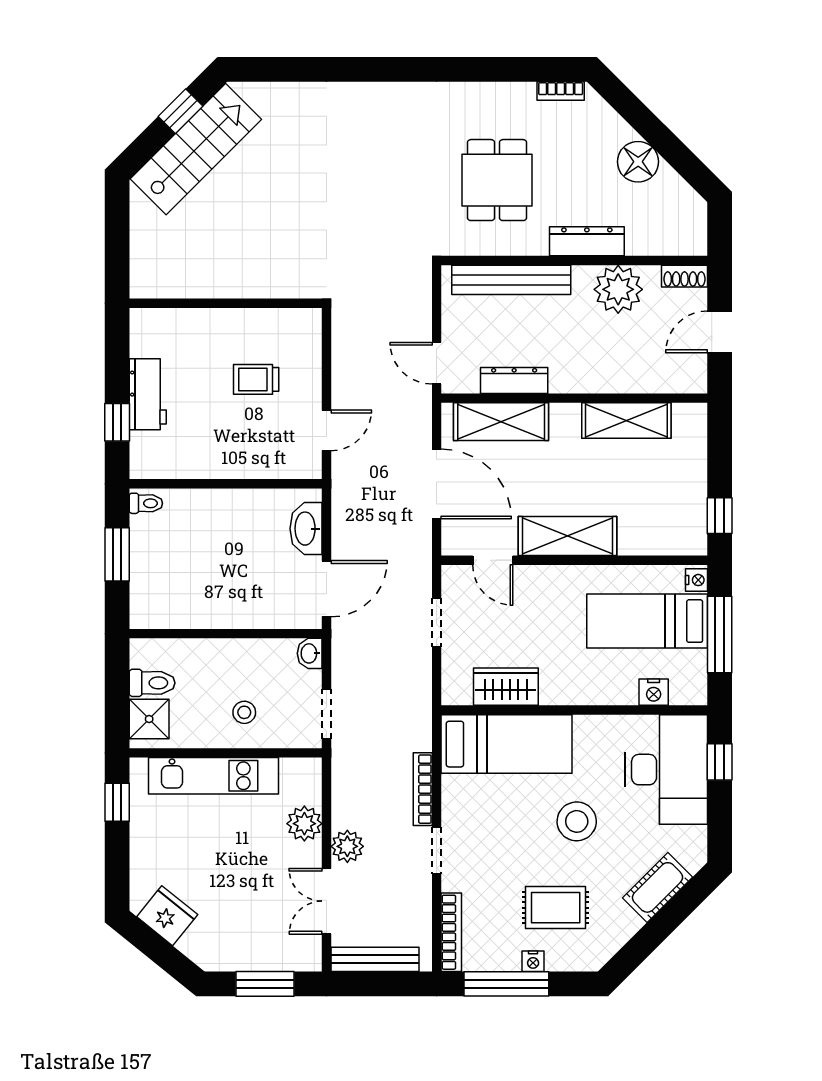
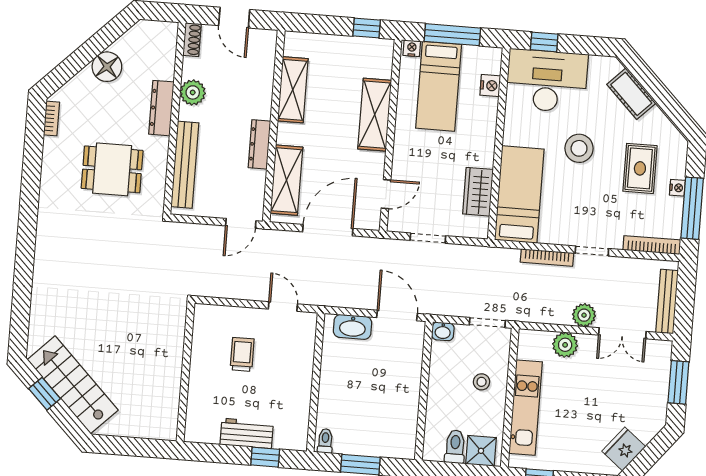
plant: (618, 289) -> (193, 92), width x0.73, depth x0.73
trolley: (256, 379) -> (242, 354), turned 180
dresser: (514, 380) -> (259, 144), moved
shelving: (568, 536) -> (375, 115), moved

